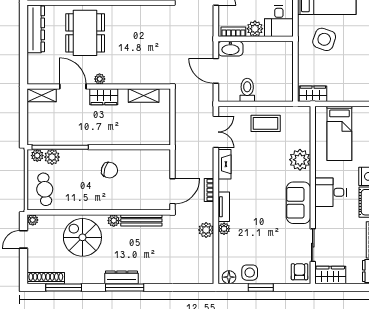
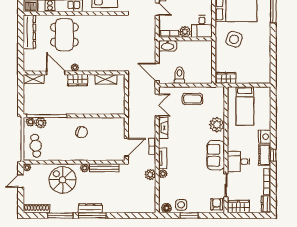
door: (216, 71) -> (157, 72), moved
desk: (330, 192) -> (239, 162), moved
window: (64, 288) -> (60, 215), moved

